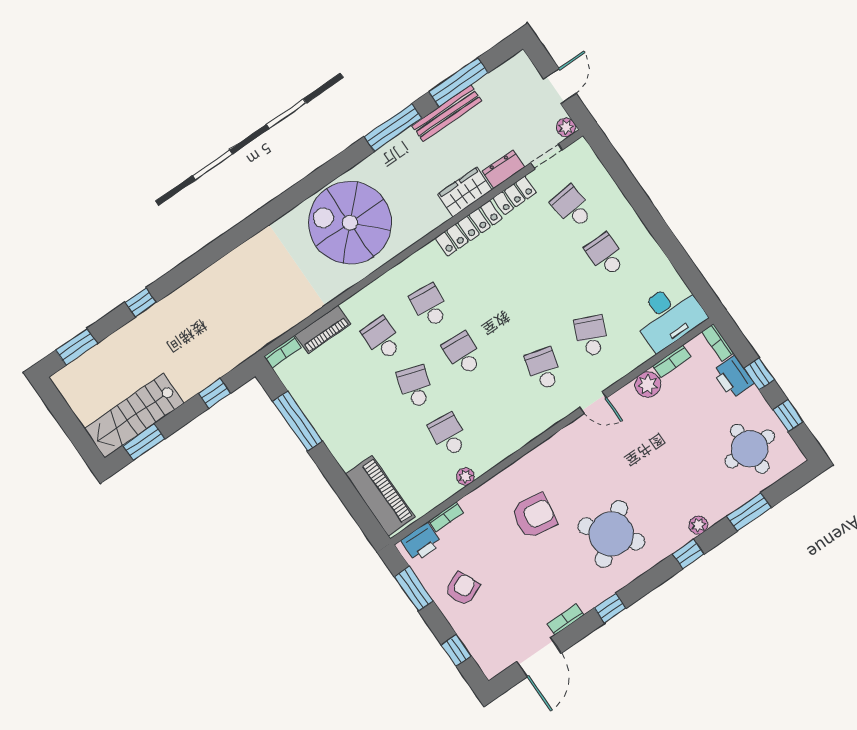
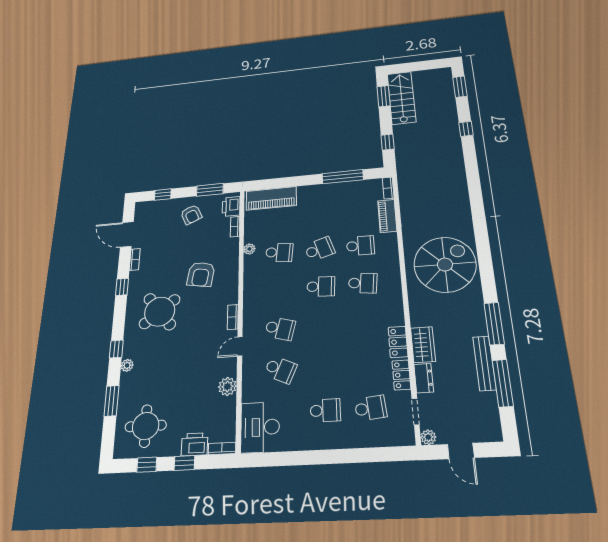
locker: (469, 228) -> (398, 342), width x0.66
bookcase: (672, 361) -> (233, 317), moved
school desk: (415, 387) -> (320, 249), turned -36

